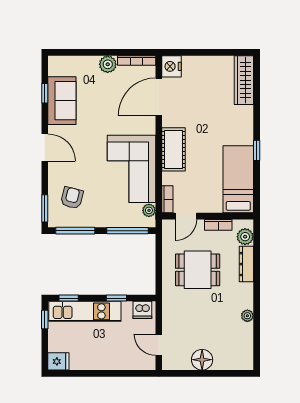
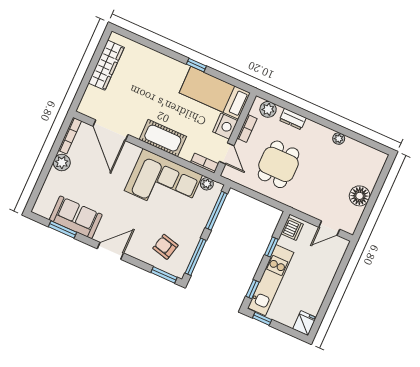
nightstand: (172, 66) -> (225, 126), moved, turned -90
wardrobe: (244, 80) -> (106, 65), moved, turned -90
window: (45, 93) -> (62, 229), width x1.50
dresser: (246, 264) -> (293, 119), width x0.70

